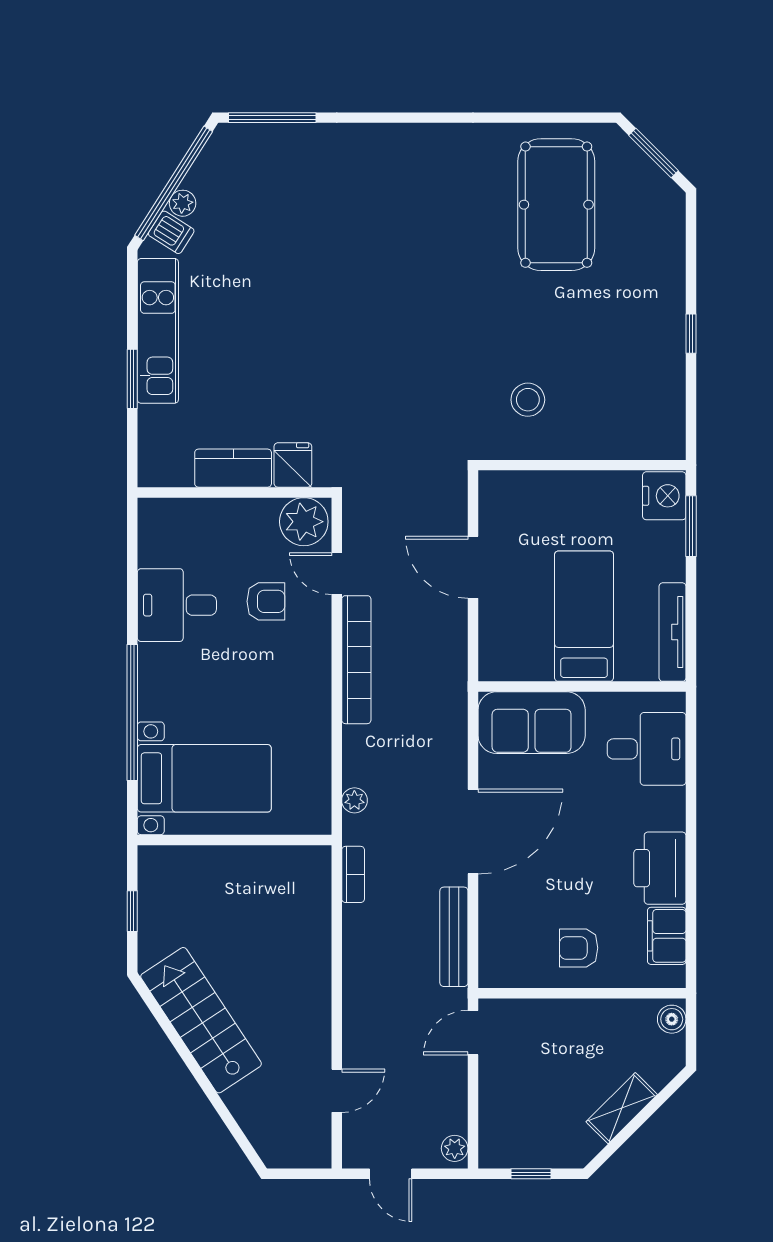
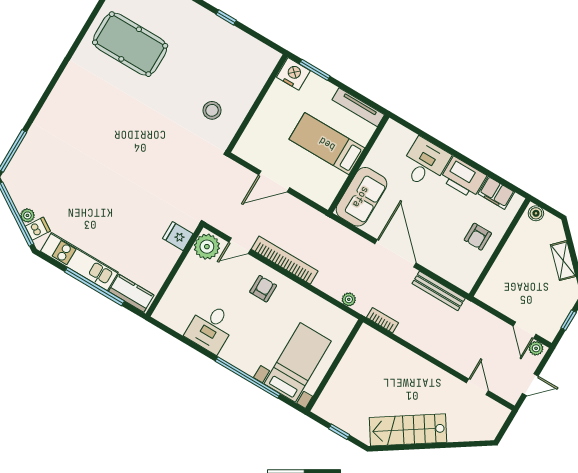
window: (132, 379) -> (94, 286), width x2.11
kitchen counter: (233, 468) -> (131, 293), moved, turned 90
armchair: (266, 601) -> (263, 289), moved
desk: (647, 749) -> (425, 163), moved
door: (473, 1033) -> (525, 330), moved

